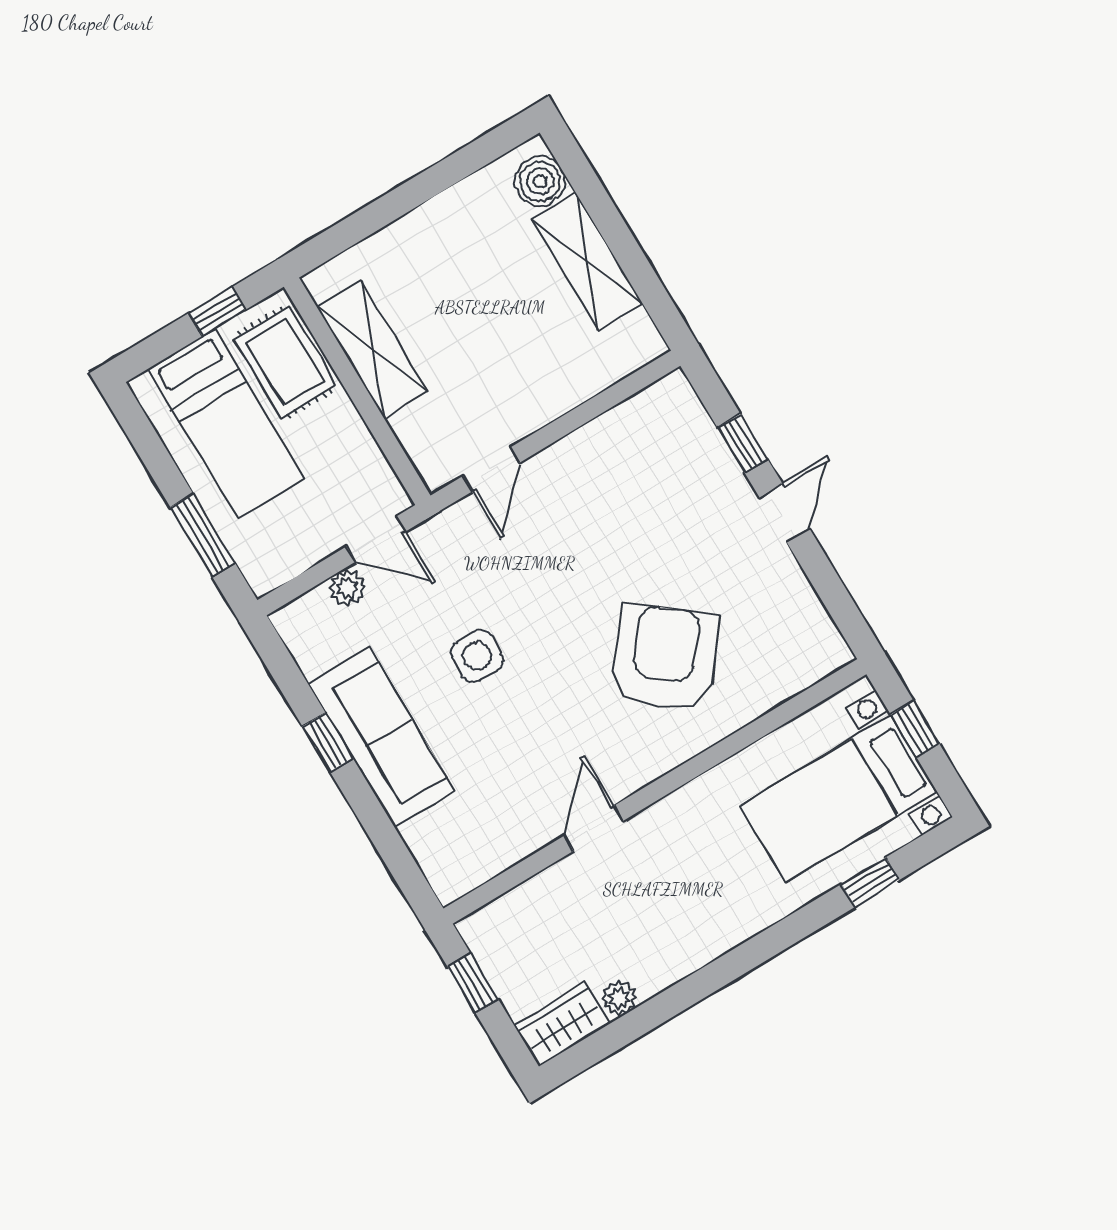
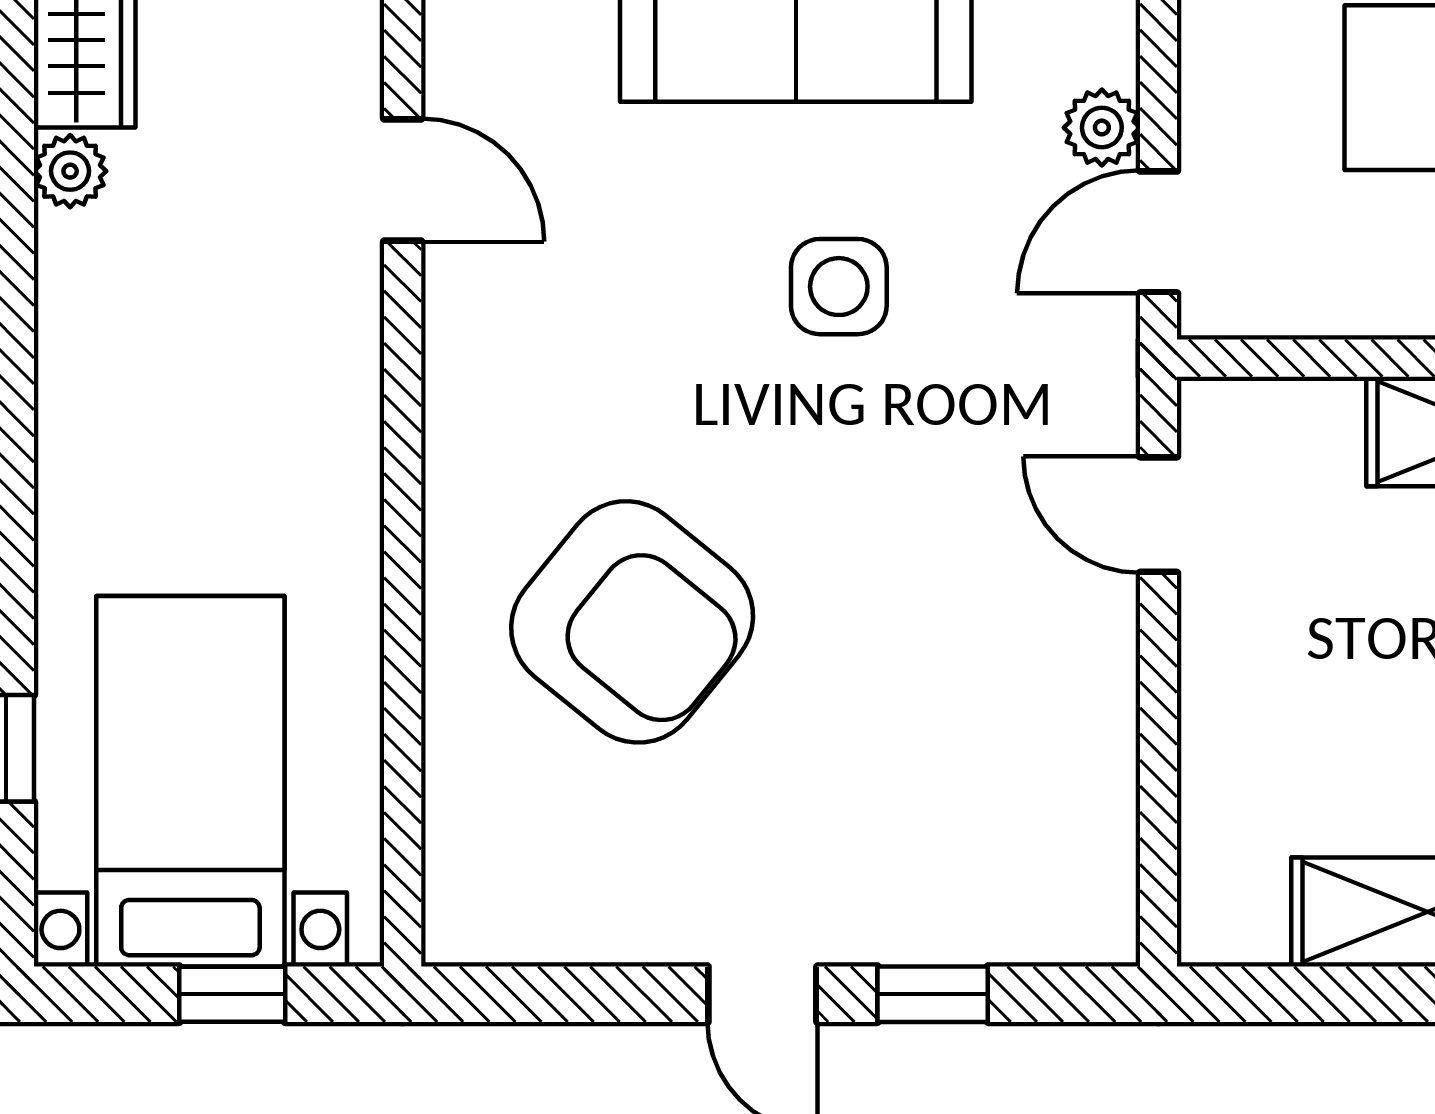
door: (594, 828) -> (403, 180), moved

